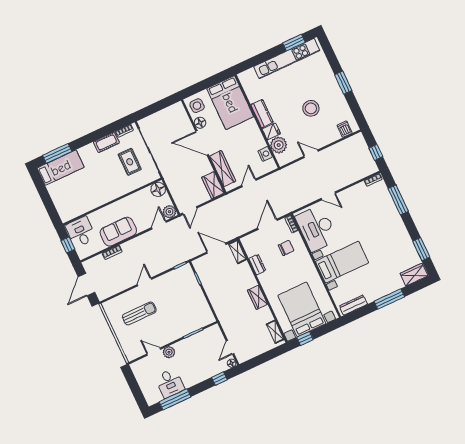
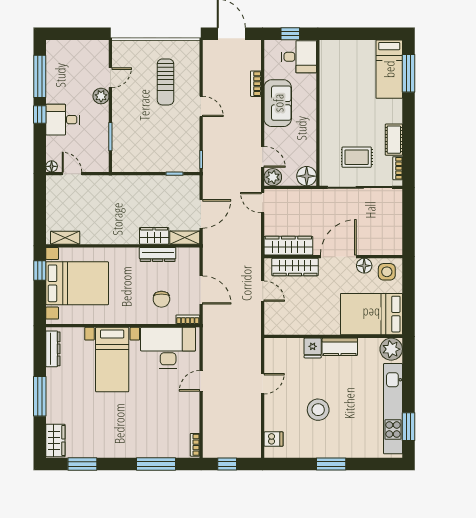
plant: (279, 145) -> (391, 349), moved
nightstand: (265, 154) -> (289, 327), removed
wardrobe: (213, 185) -> (288, 246), width x1.50
dresser: (257, 265) -> (158, 254), width x1.44
wardrobe: (257, 297) -> (154, 236), moved
window: (219, 379) -> (40, 114), moved
desk: (170, 383) -> (63, 120), moved

